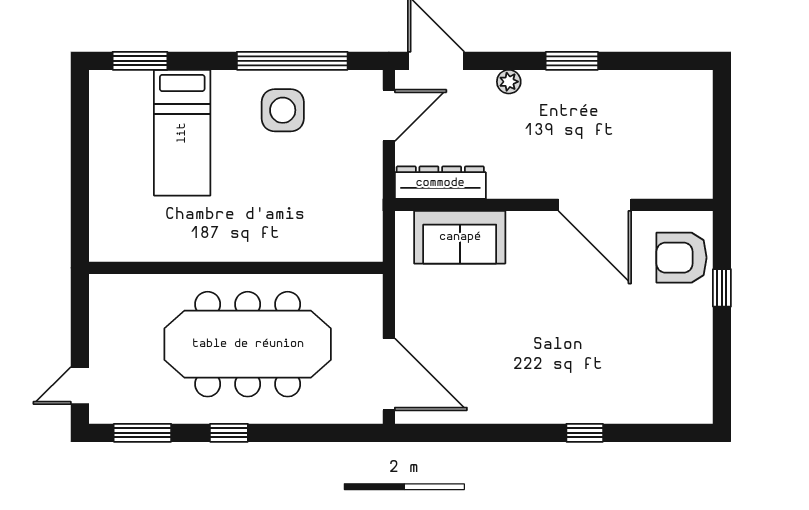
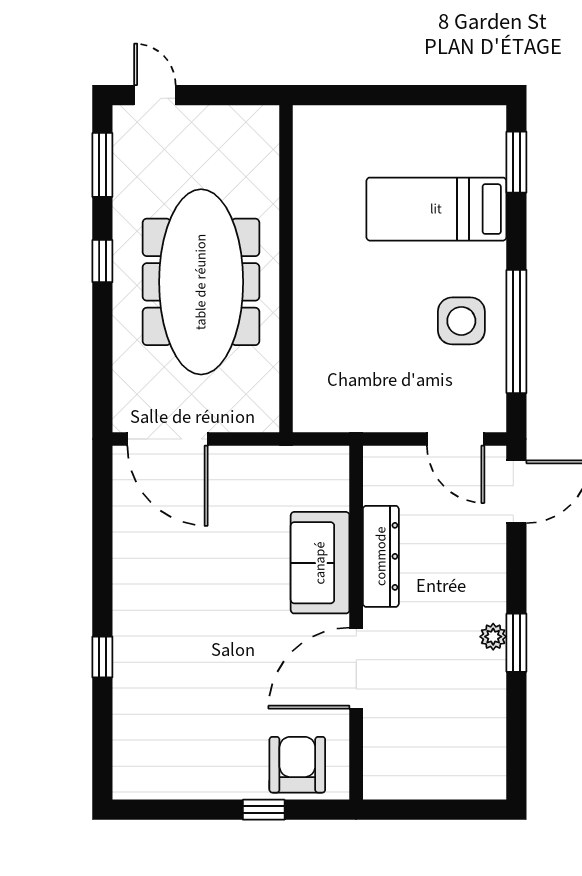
plant: (509, 82) -> (493, 637), moved
dresser: (440, 183) -> (381, 556), moved
sofa: (460, 237) -> (320, 563), moved
door: (389, 374) -> (167, 439), hinge flipped

